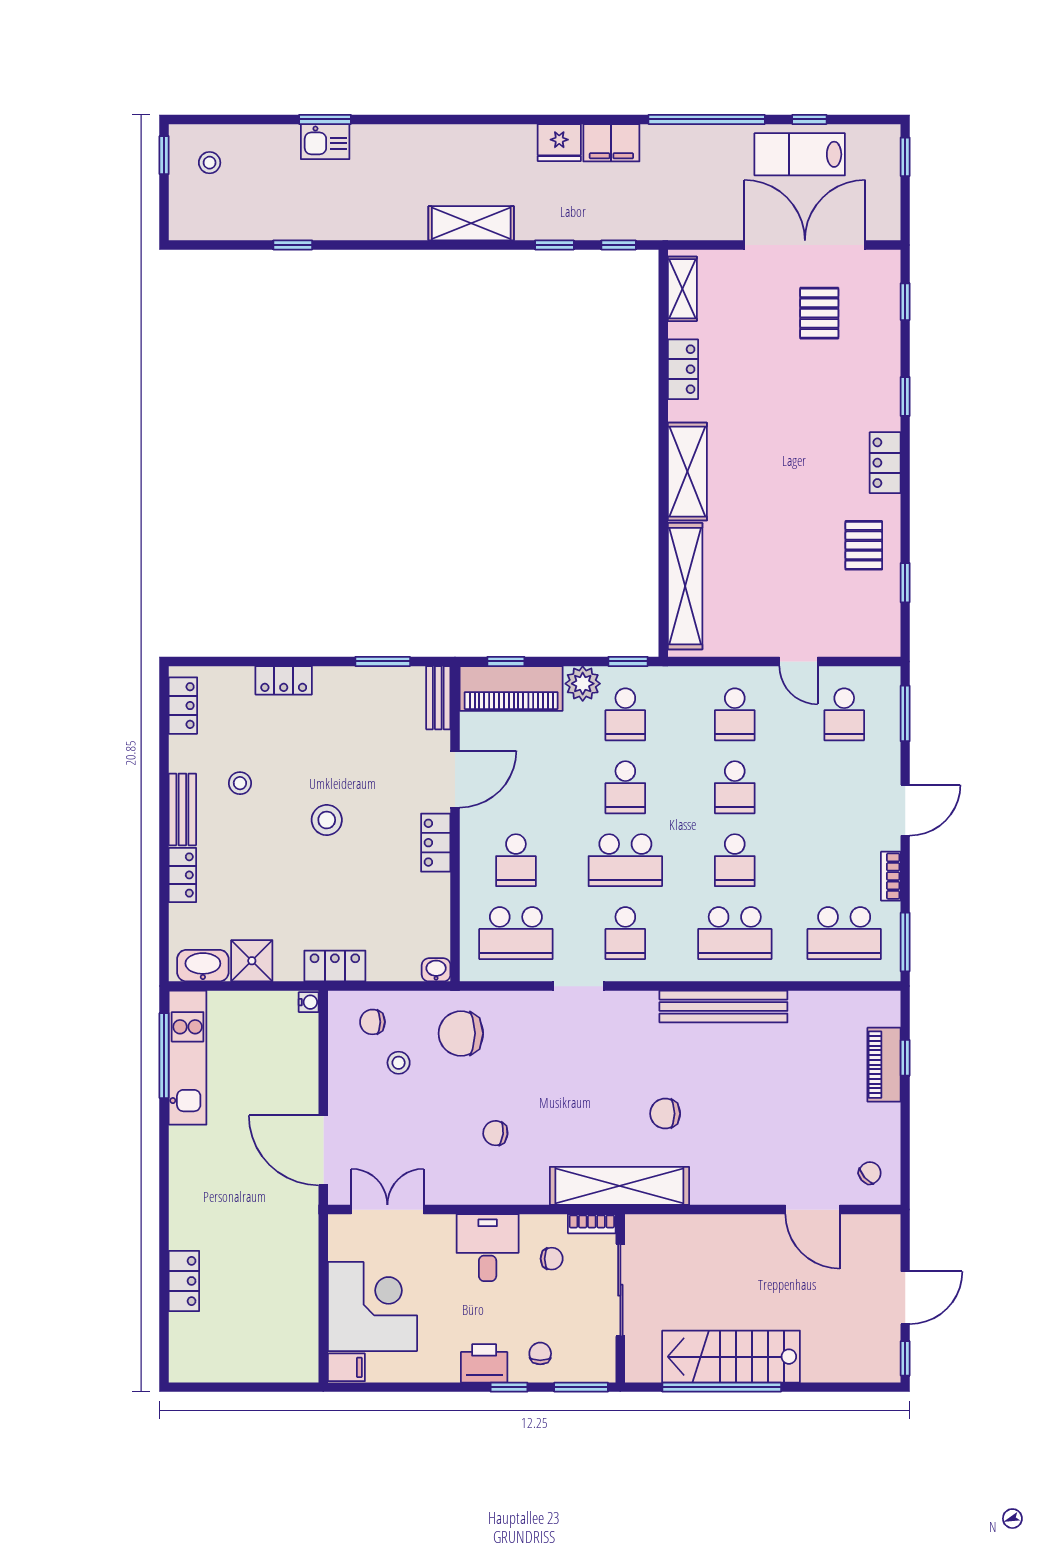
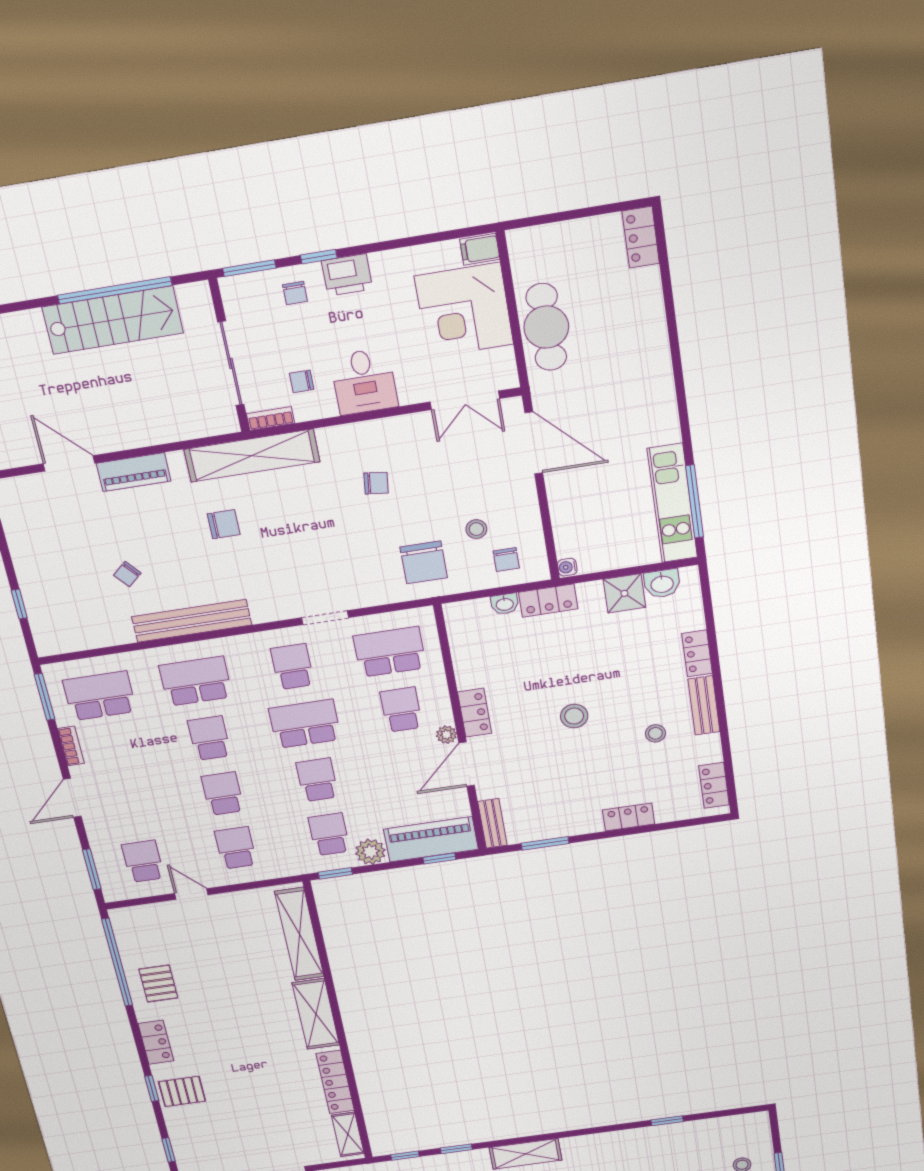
pallet: (819, 313) -> (182, 1091), moved, turned 90
locker: (683, 369) -> (335, 1082), width x1.53
window: (905, 583) -> (117, 962), width x3.17
plant: (471, 820) -> (446, 735), added
washbasin: (203, 966) -> (662, 584), width x0.72
washbasin: (436, 970) -> (505, 604), moved
chair: (372, 1022) -> (506, 560), turned 90
chair: (461, 1033) -> (424, 562), turned 90
piano: (884, 1065) -> (134, 472), moved, turned 90
chair: (870, 1173) -> (127, 574), moved
cafe table: (292, 1274) -> (546, 327), added
locker: (184, 1281) -> (641, 237), moved

